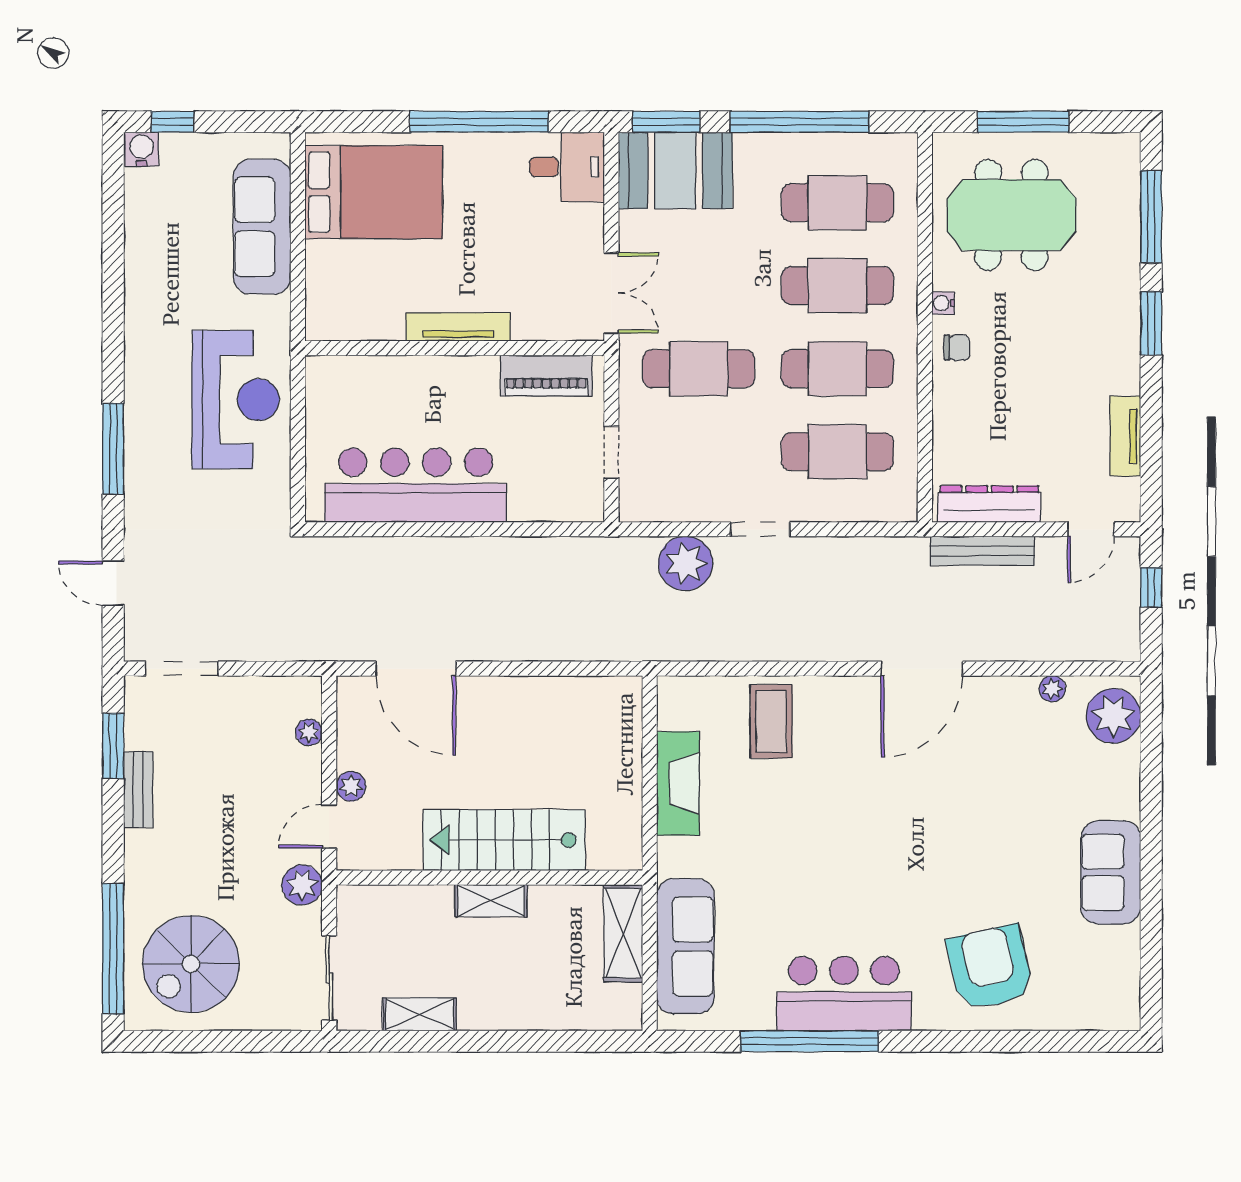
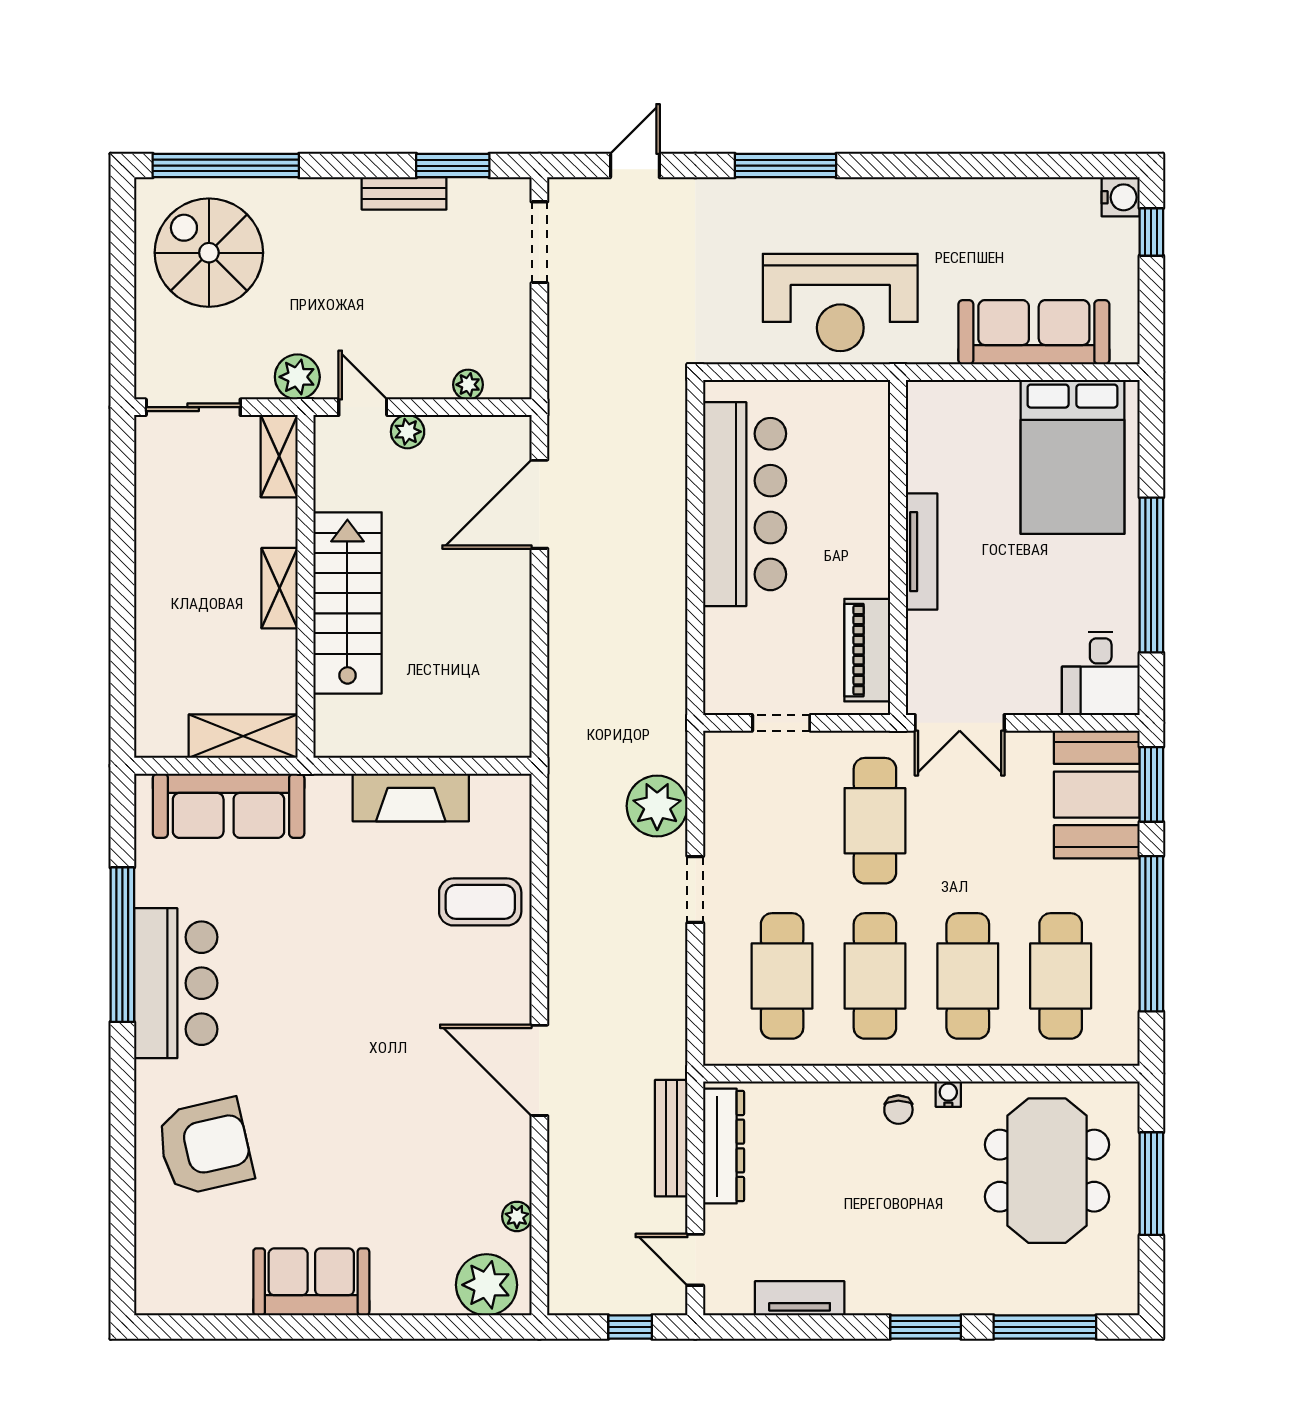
shelving: (420, 1014) -> (279, 456), moved

